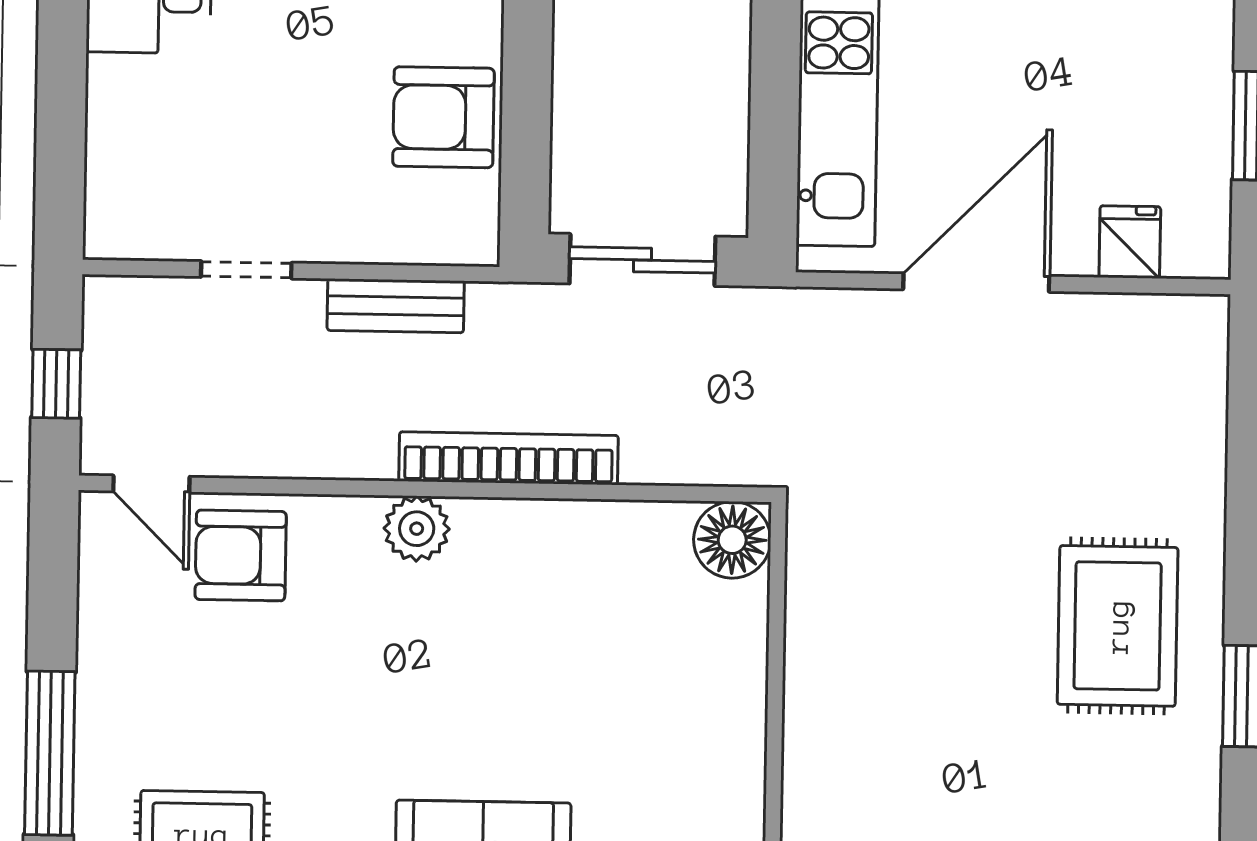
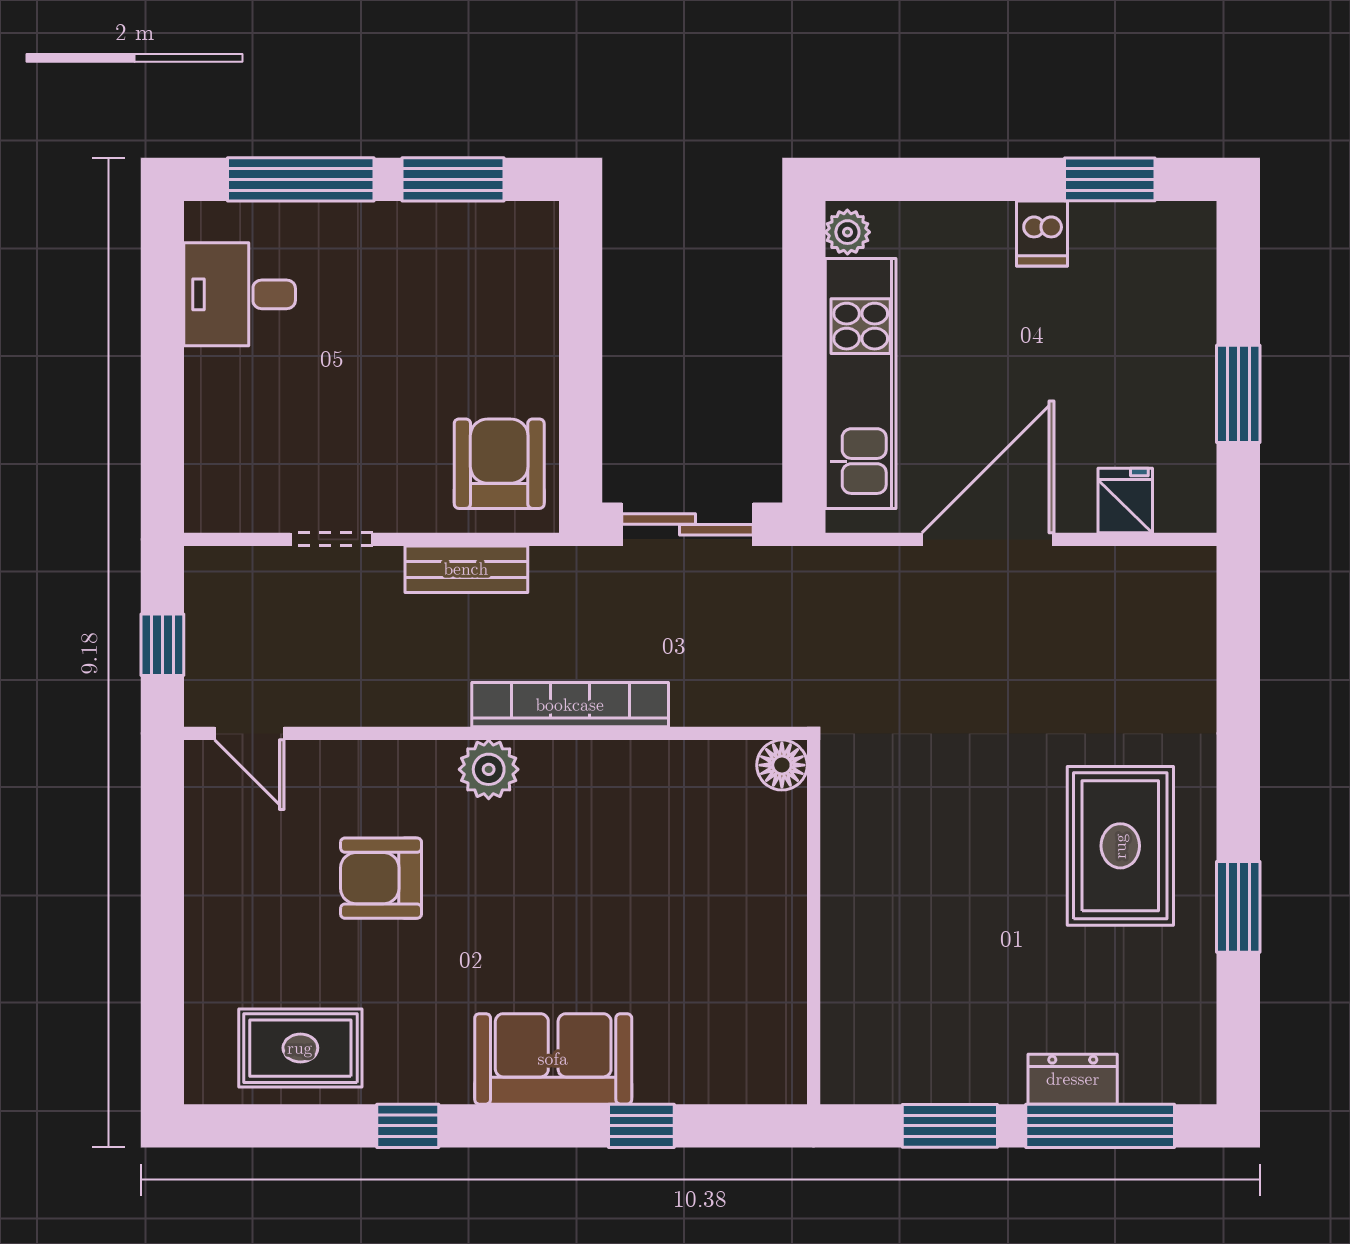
armchair: (443, 117) -> (499, 464), moved, turned 90
floor lamp: (732, 540) -> (782, 765), width x0.73, depth x0.73
armchair: (241, 555) -> (381, 878), moved
window: (50, 753) -> (162, 977), removed

